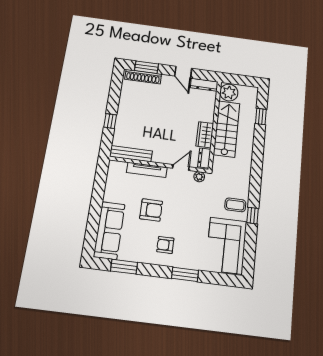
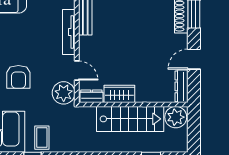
plant: (199, 177) -> (64, 93), width x1.87, depth x1.87
armchair: (151, 210) -> (18, 77), moved

